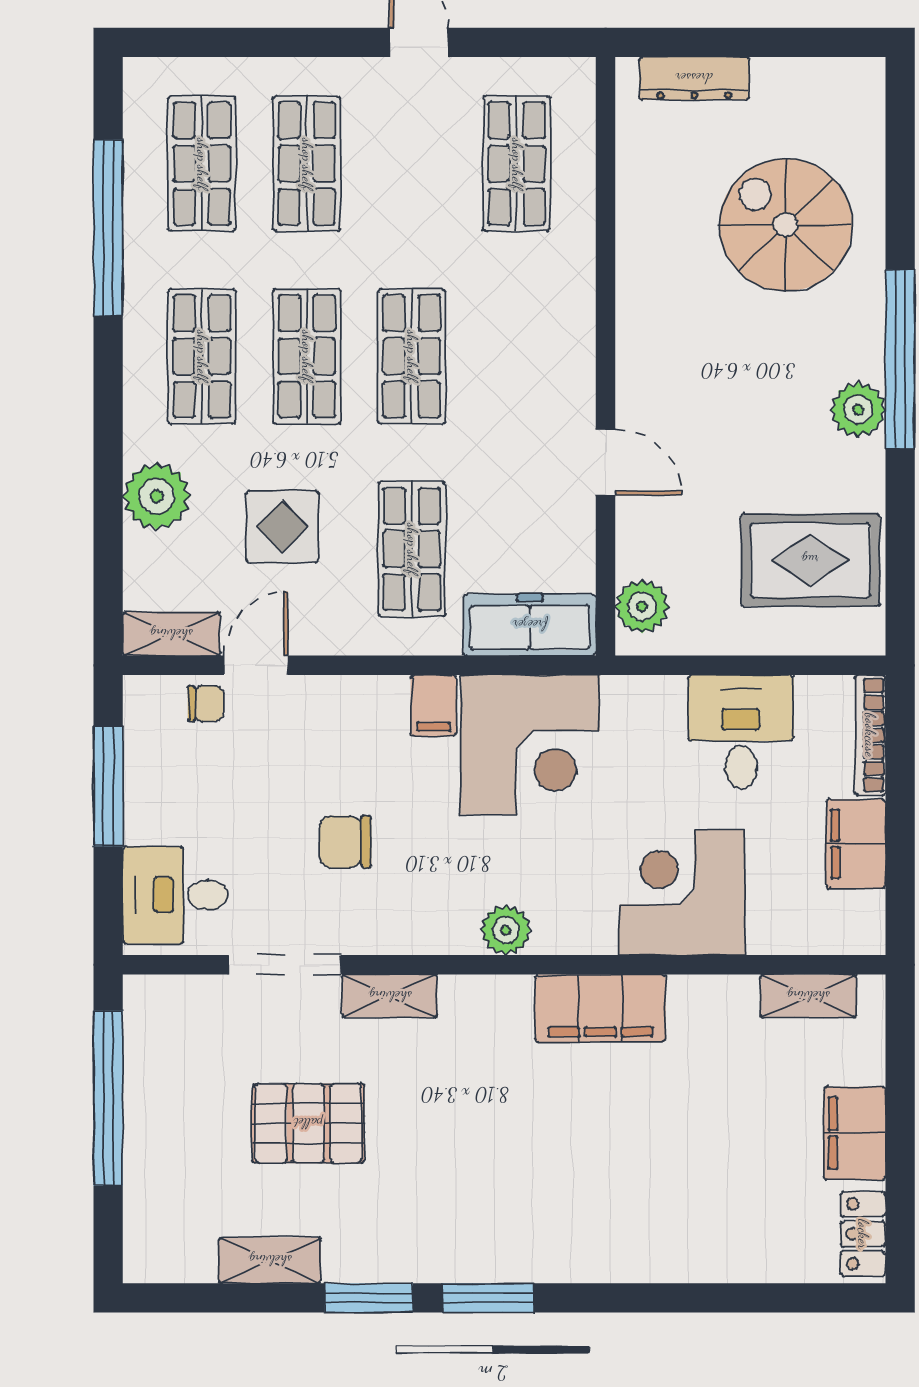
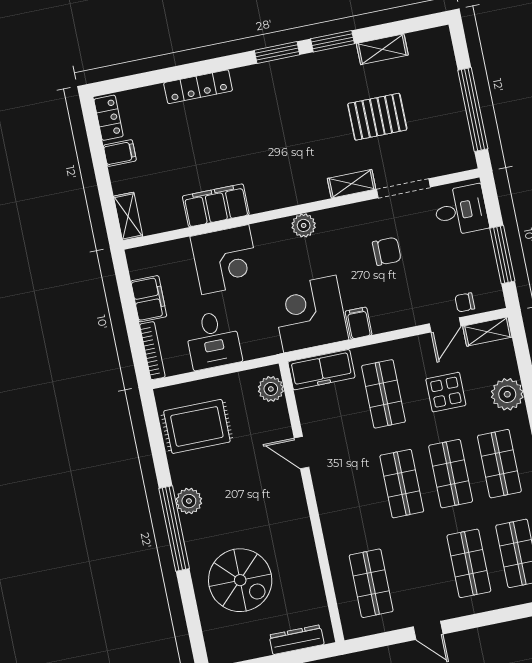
shelving: (808, 996) -> (128, 216), moved, turned 90
filing cabinet: (600, 1008) -> (216, 205), moved
filing cabinet: (855, 1133) -> (120, 153), width x0.50
locker: (665, 1260) -> (198, 87), added

